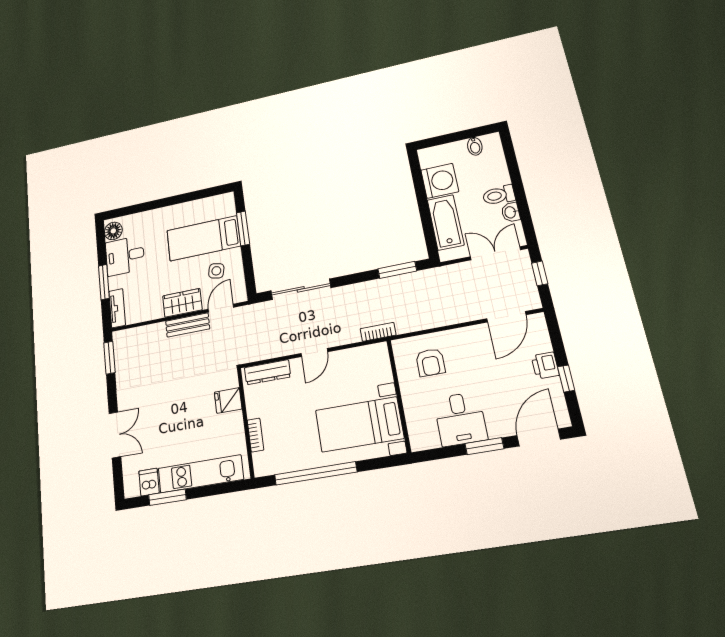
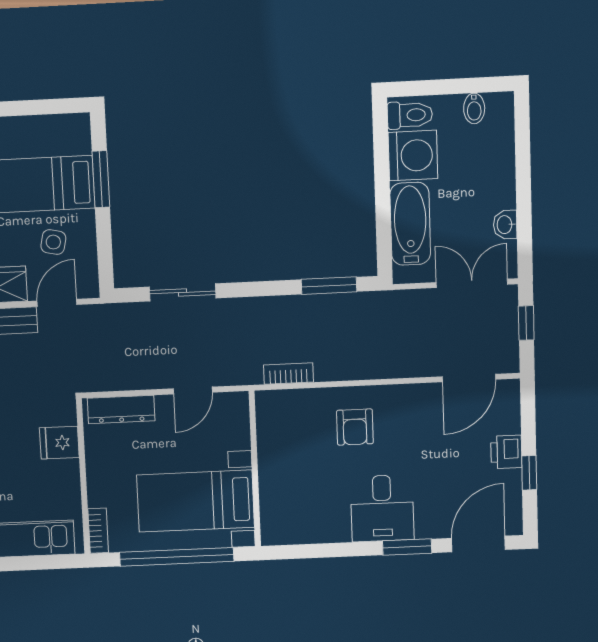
toilet: (499, 195) -> (410, 115), moved, turned 180
sliding door: (301, 289) -> (183, 292), width x0.73
wall: (399, 396) -> (255, 469), moved
bed with nightstands: (359, 424) -> (196, 501), moved
bookcase: (255, 435) -> (98, 531), moved

